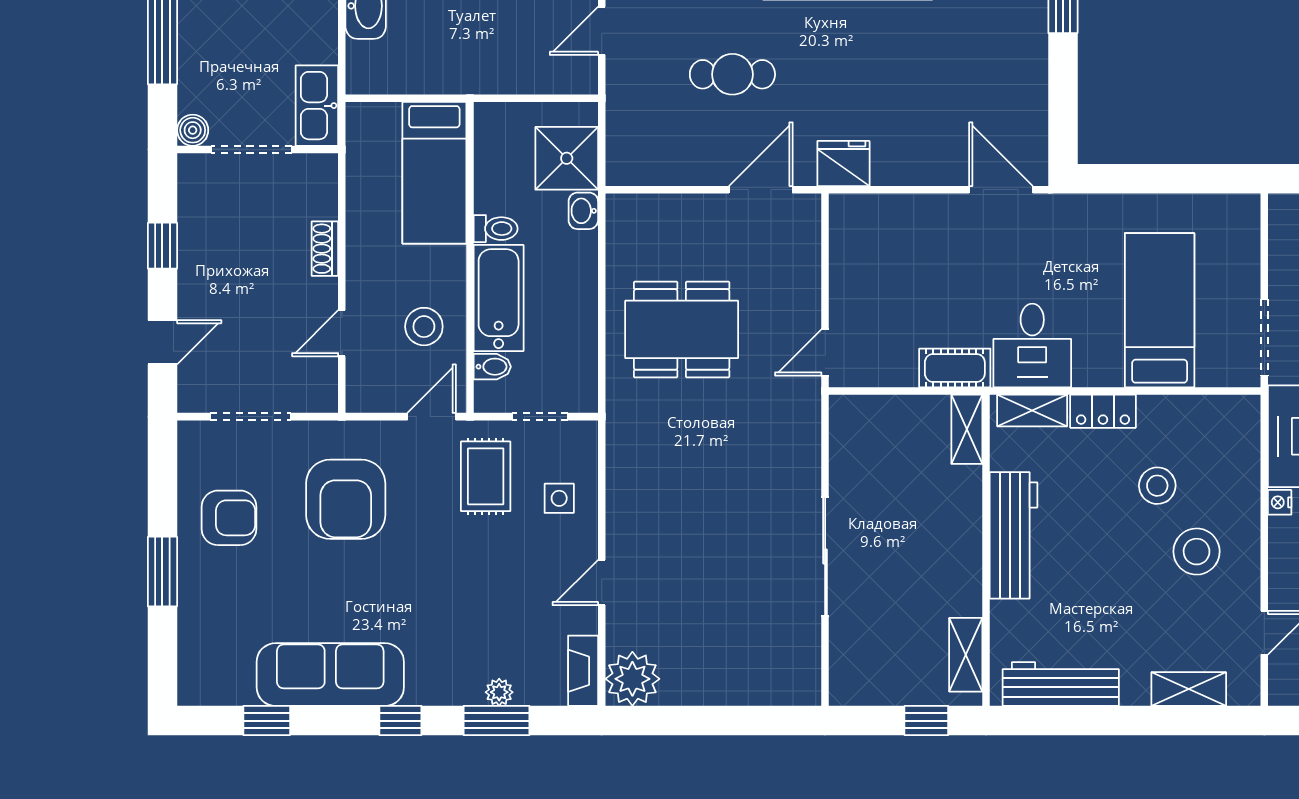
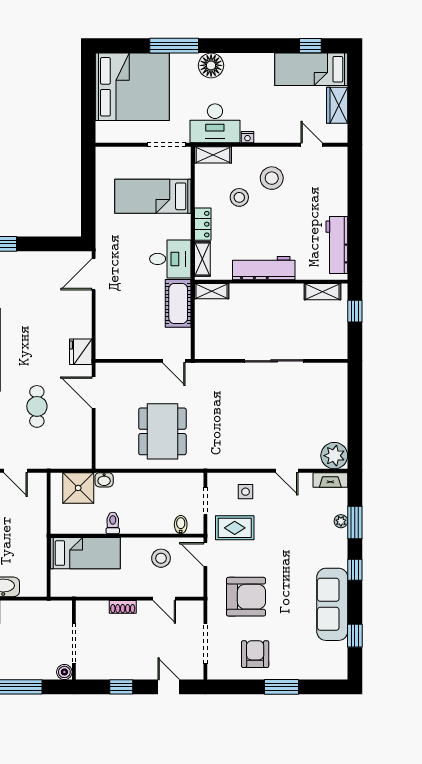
kitchen sink: (317, 106) -> (52, 611), removed
bathtub: (499, 298) -> (147, 521), removed
cot: (955, 368) -> (178, 303), width x1.37, depth x1.34
shelving: (1189, 689) -> (213, 155), moved, turned 90

